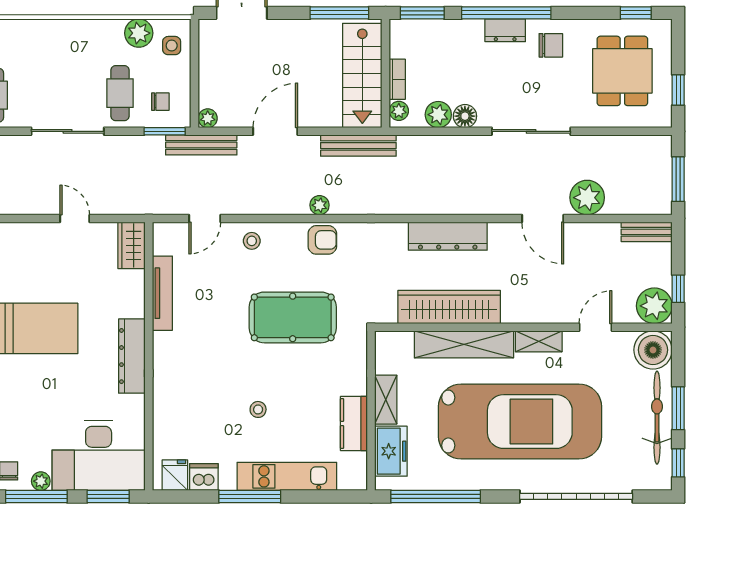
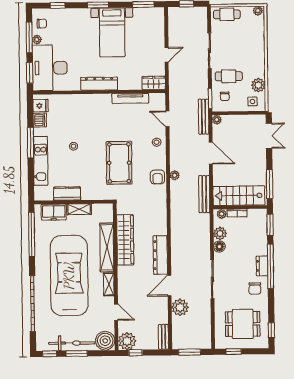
dresser: (448, 236) -> (160, 255), moved
car: (520, 422) -> (69, 276), turned 180

